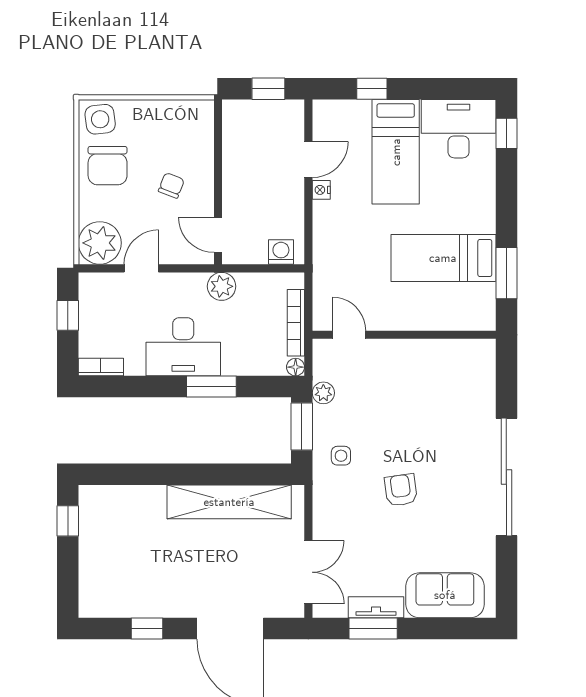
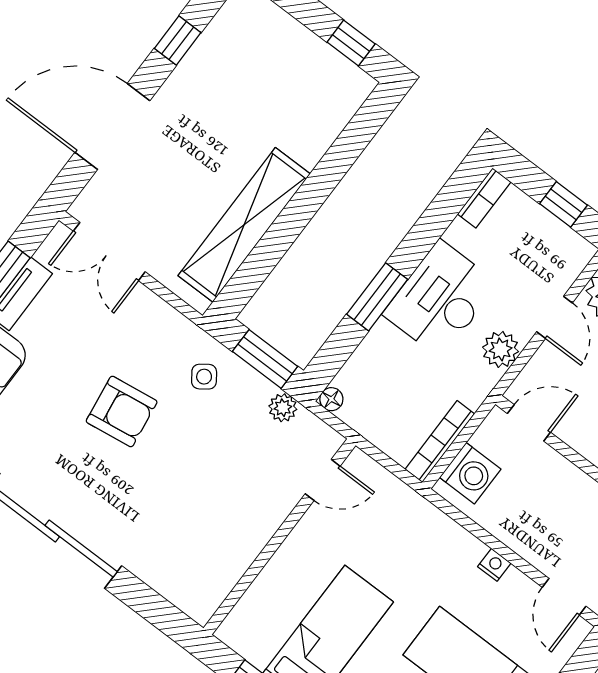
door: (308, 159) -> (564, 597), moved
washing machine: (281, 252) -> (470, 473), width x1.38, depth x1.38
plant: (222, 286) -> (501, 349), moved
bookcase: (296, 323) -> (440, 442), moved, turned -90
side table: (341, 456) -> (204, 377), turned -36
armchair: (401, 490) -> (122, 412), width x1.38, depth x1.38

